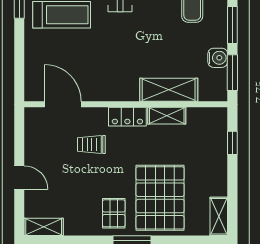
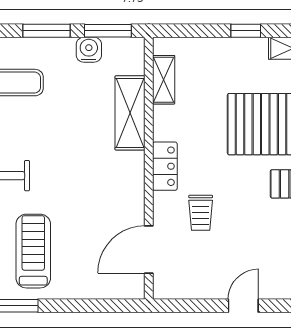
shelving: (167, 116) -> (164, 80), moved
window: (232, 143) -> (246, 31), moved

